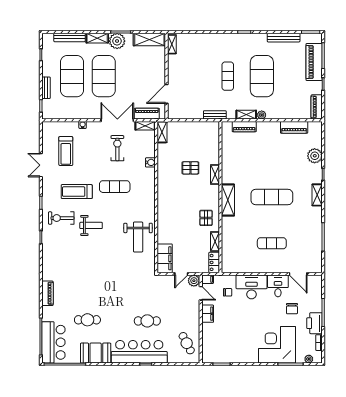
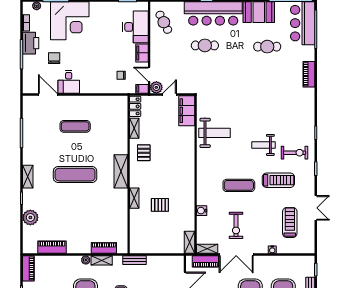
weight bench: (138, 237) -> (214, 133), turned 90
desk: (252, 287) -> (136, 27), moved, turned -90

